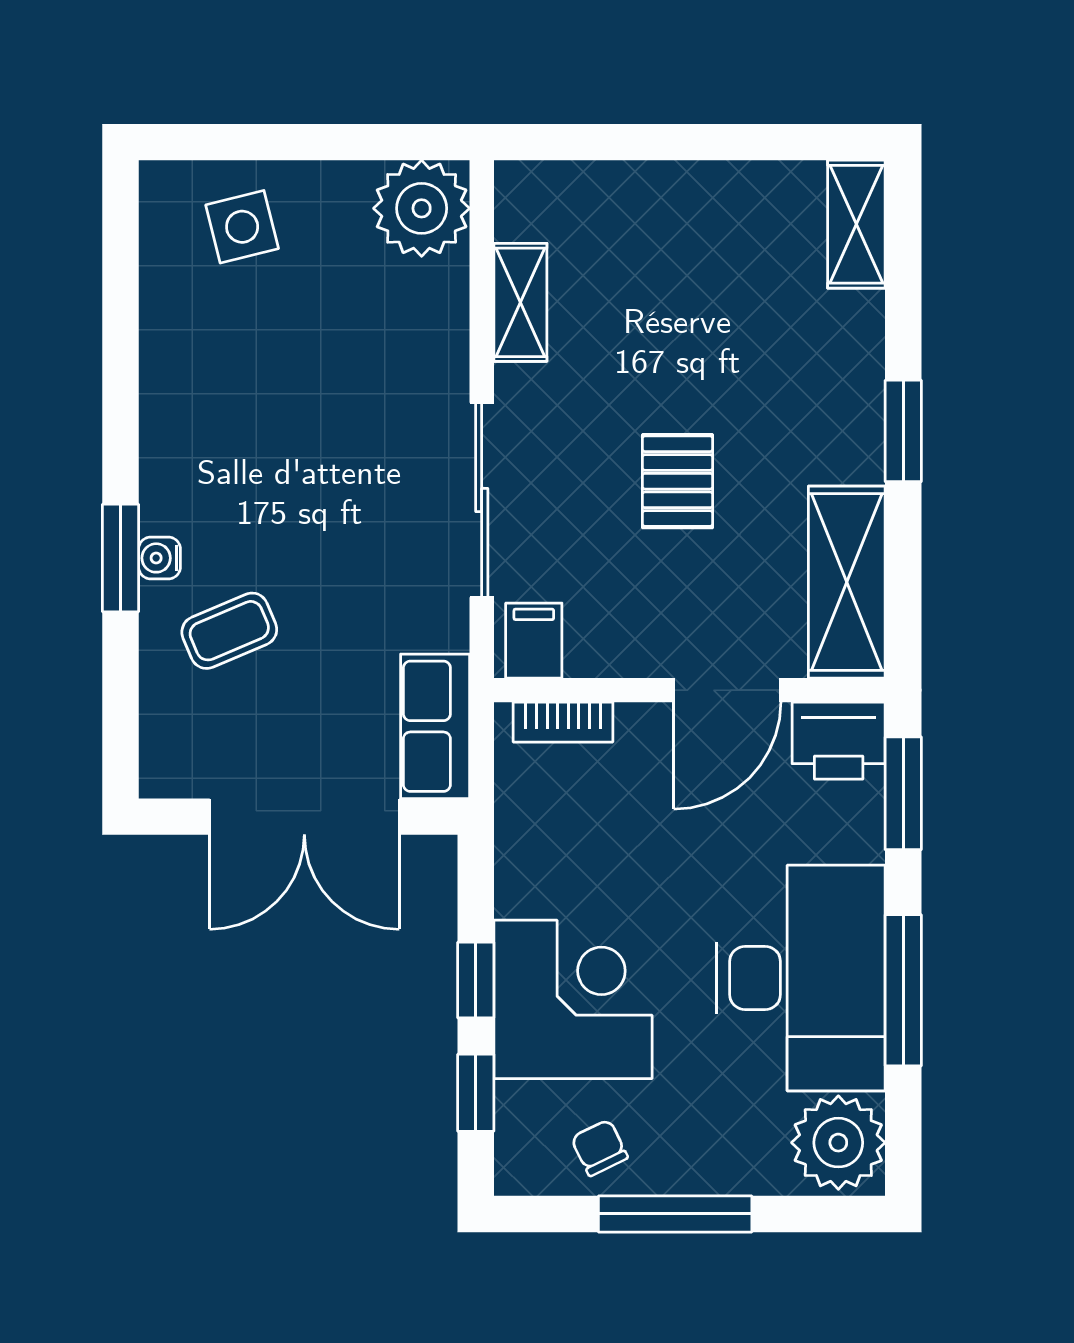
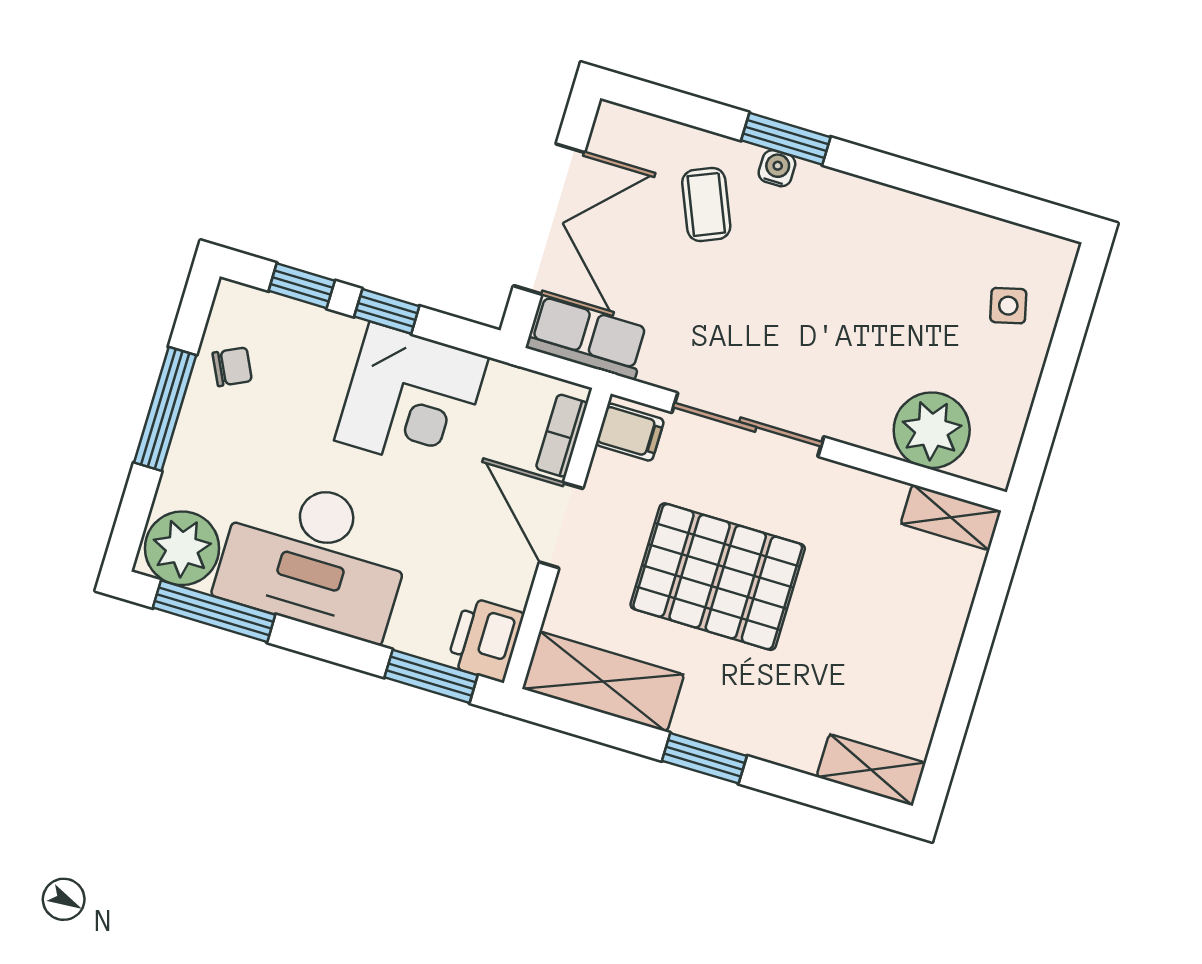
plant: (422, 208) -> (932, 430), moved
side table: (242, 227) -> (1008, 306), width x0.73, depth x0.73
shelving: (520, 302) -> (951, 517), moved
pallet: (678, 481) -> (718, 577), width x2.05, depth x2.00
door: (727, 690) -> (561, 525), moved
double door: (304, 817) -> (549, 219), swing flipped
window: (903, 990) -> (214, 611), moved
corner desk: (573, 999) -> (412, 399), moved

